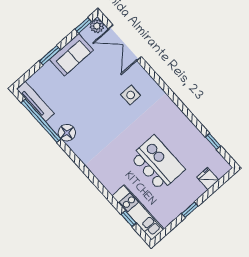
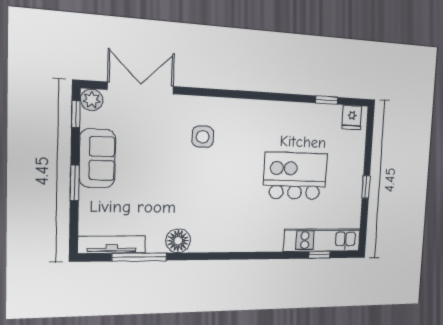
double door: (125, 43) -> (141, 88), swing flipped
window: (41, 121) -> (139, 257), width x0.68
fridge: (208, 179) -> (352, 117), moved, turned -90

